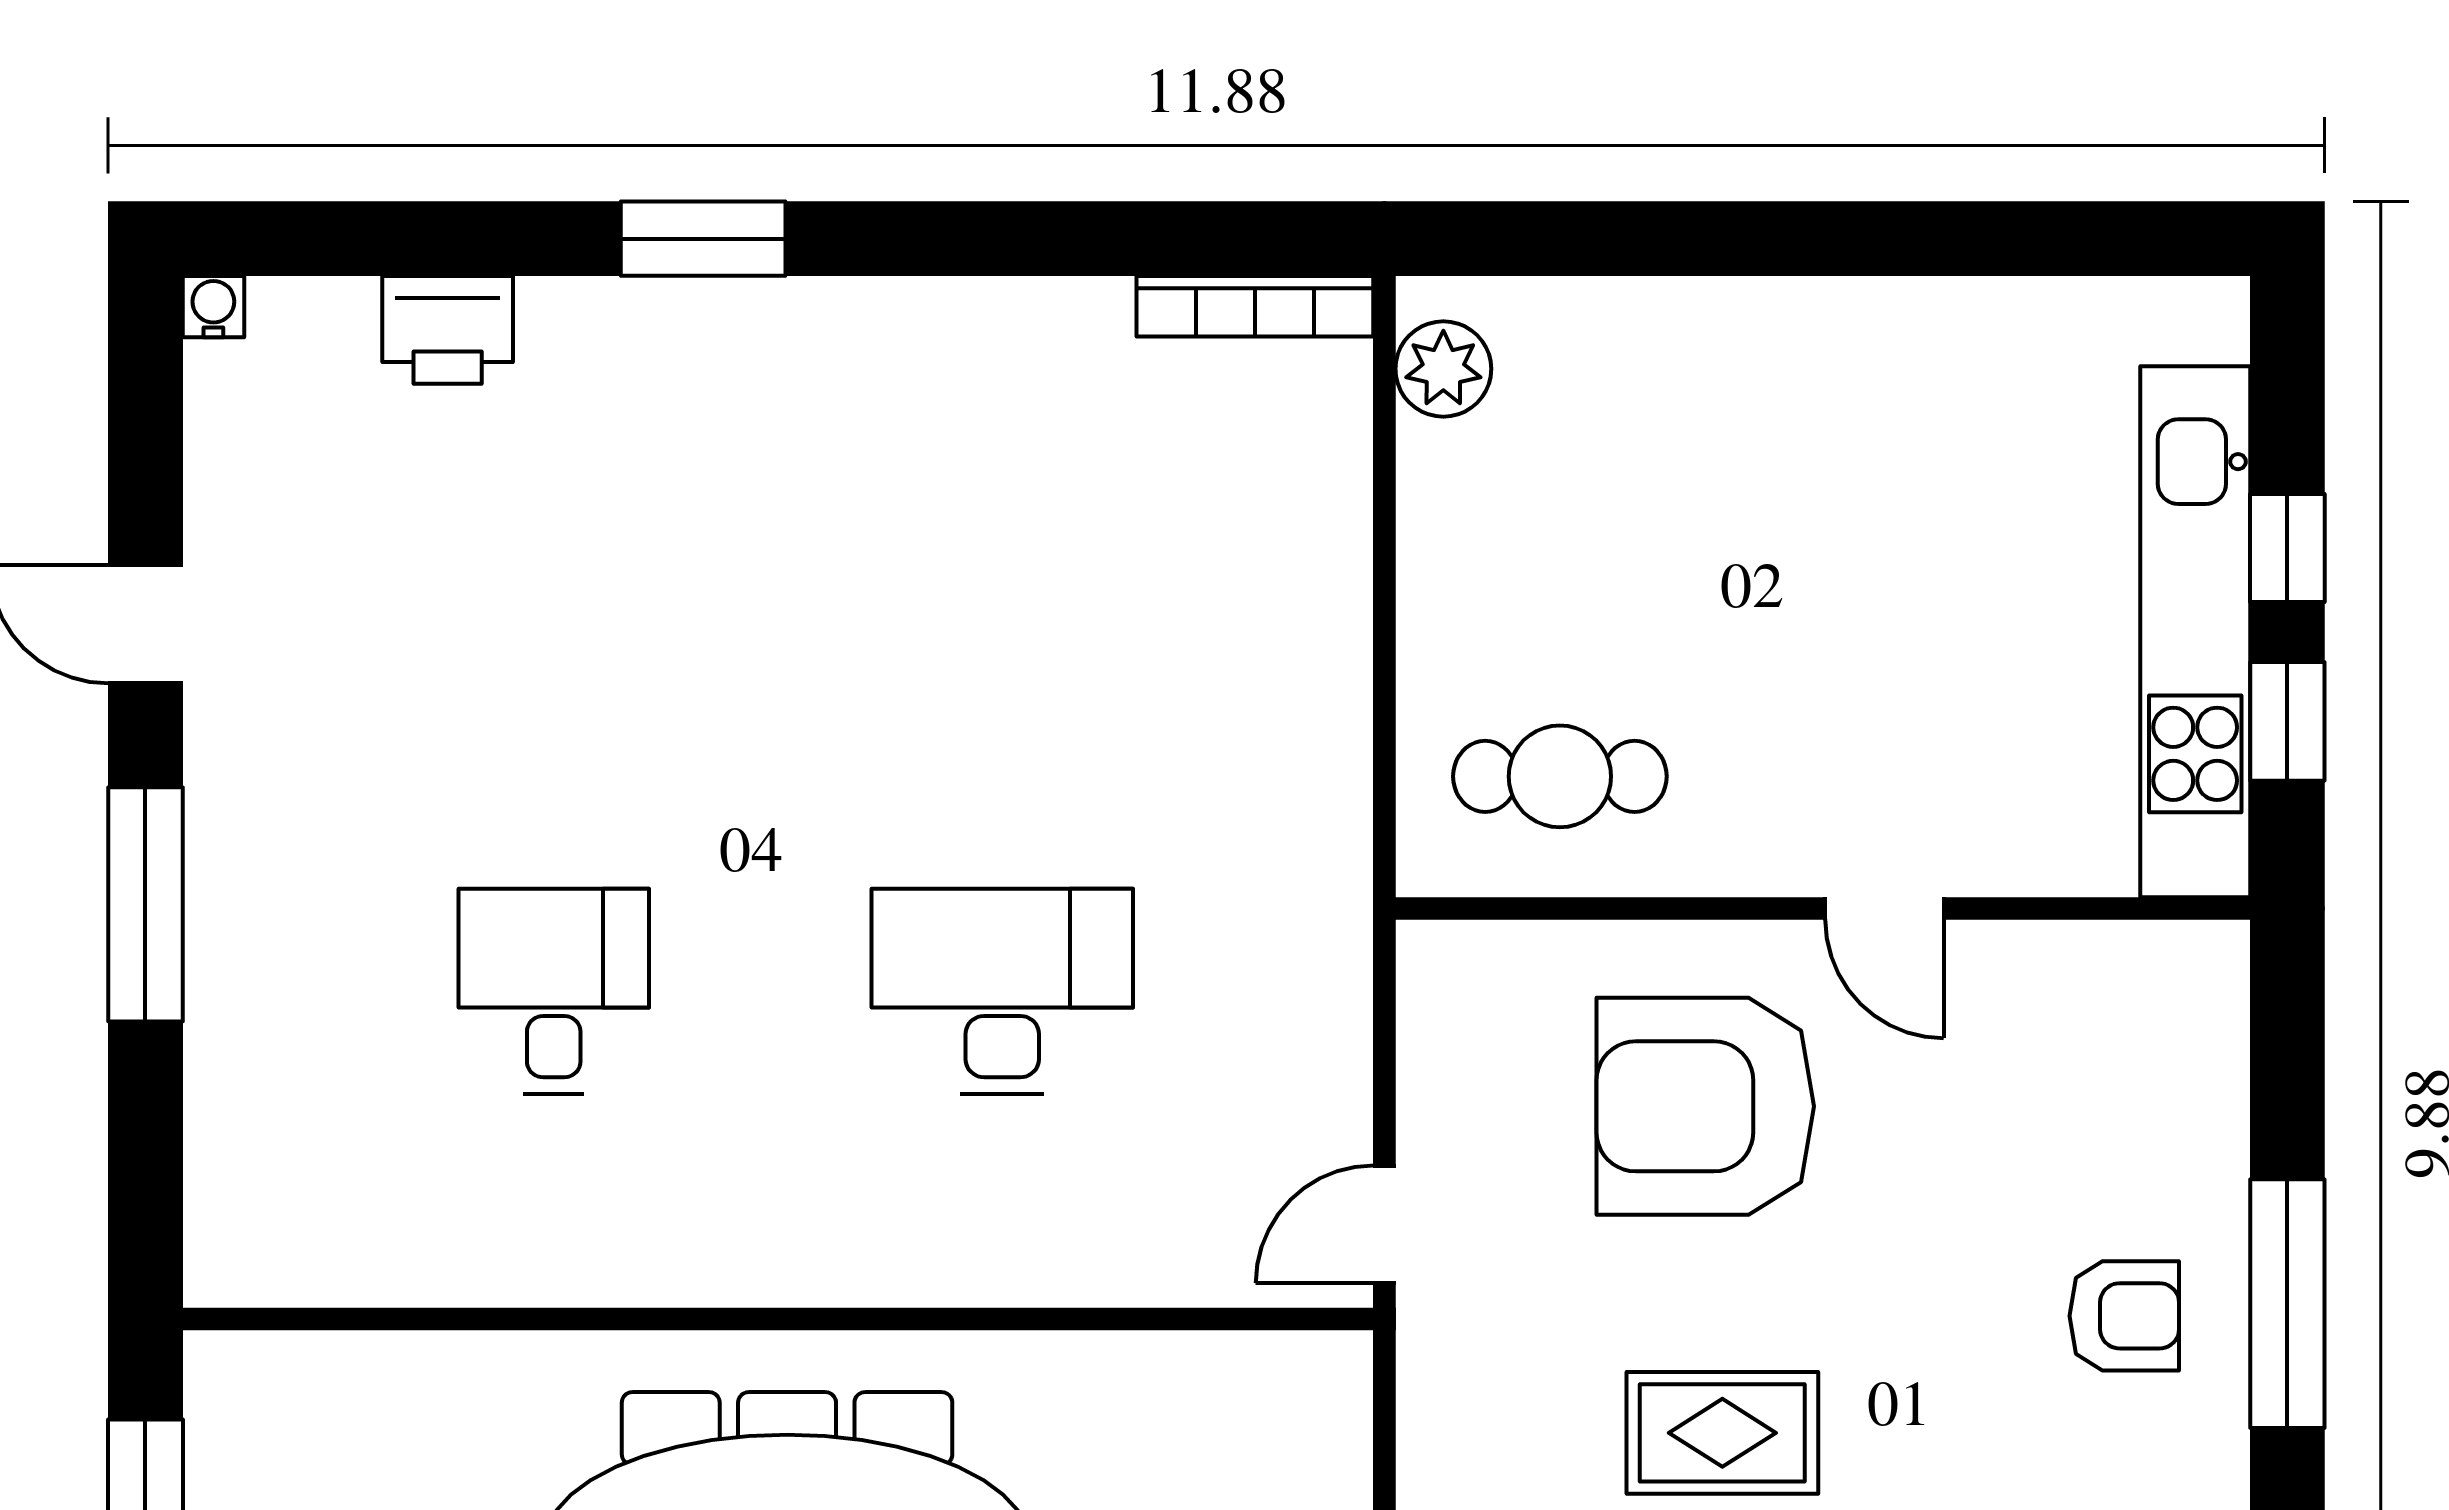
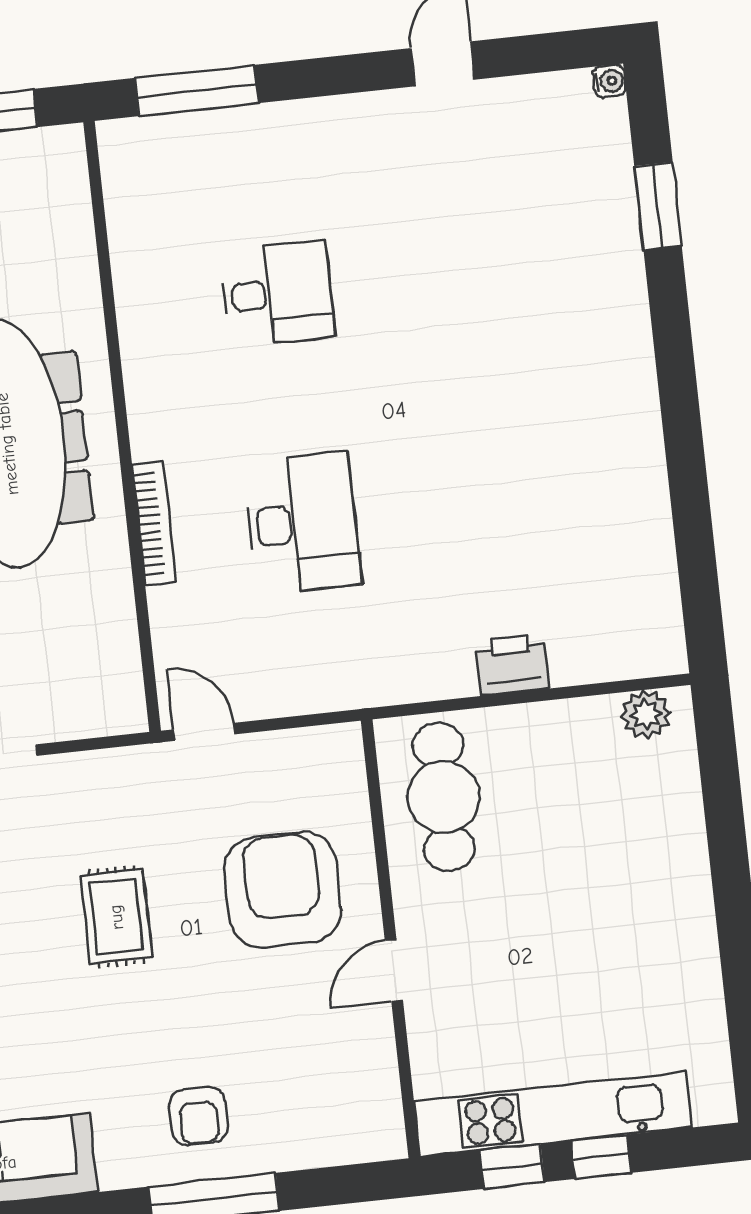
window: (703, 239) -> (658, 206), moved
bookcase: (1255, 306) -> (154, 523), moved, turned 180
printer: (448, 330) -> (512, 665), moved, turned 90
cafe table: (1560, 776) -> (444, 797), width x1.37, depth x1.35
window: (145, 904) -> (197, 91), moved

